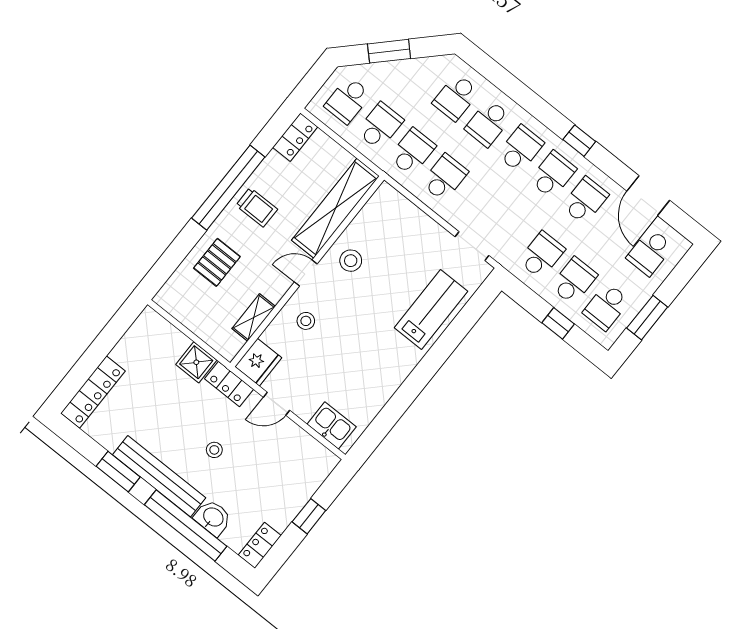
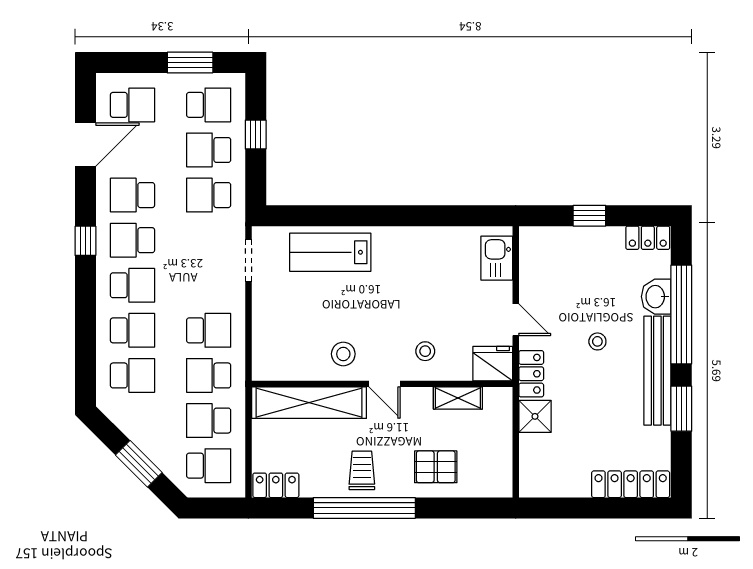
school desk: (521, 149) -> (133, 285), turned 180
school desk: (445, 178) -> (209, 330), turned 180

